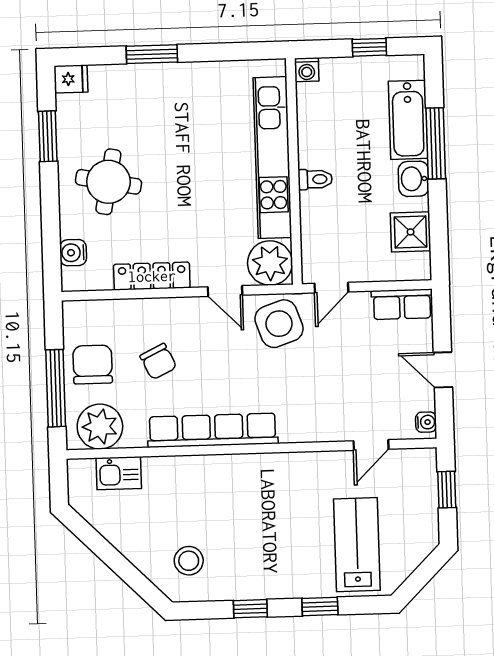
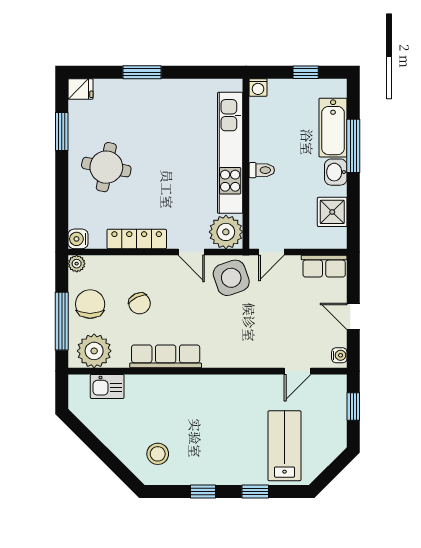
water cooler: (73, 253) -> (78, 239), moved
plant: (73, 311) -> (77, 264), added
row of seats: (213, 430) -> (166, 356), width x0.73

